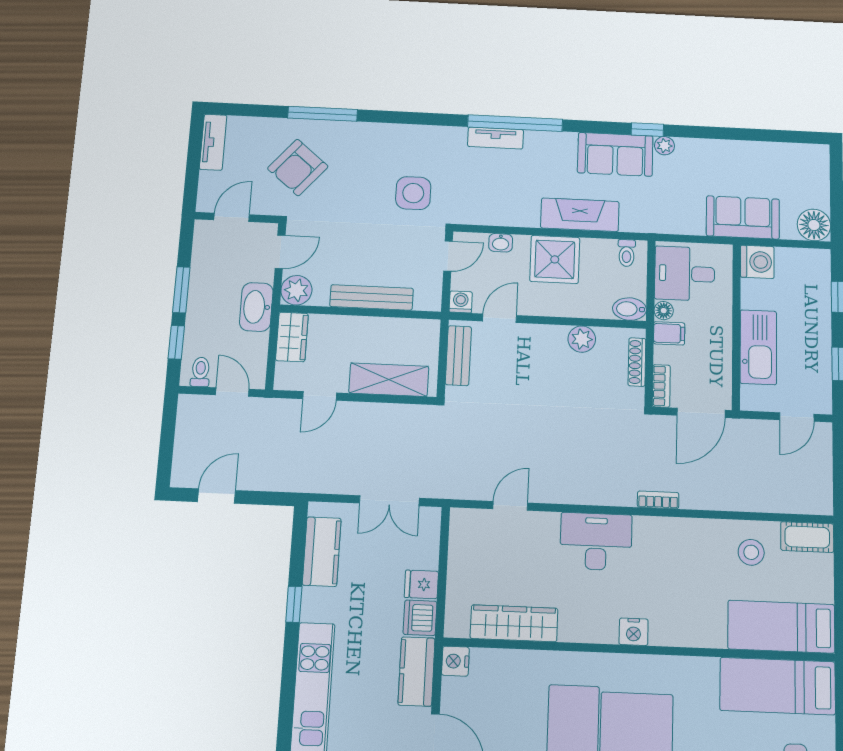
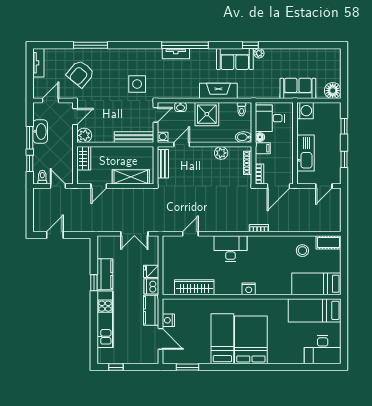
bench: (372, 297) -> (134, 137), moved
washbasin: (256, 307) -> (40, 131), moved, turned 180
kitchen counter: (322, 552) -> (105, 274), moved
nightstand: (455, 661) -> (168, 320), moved

